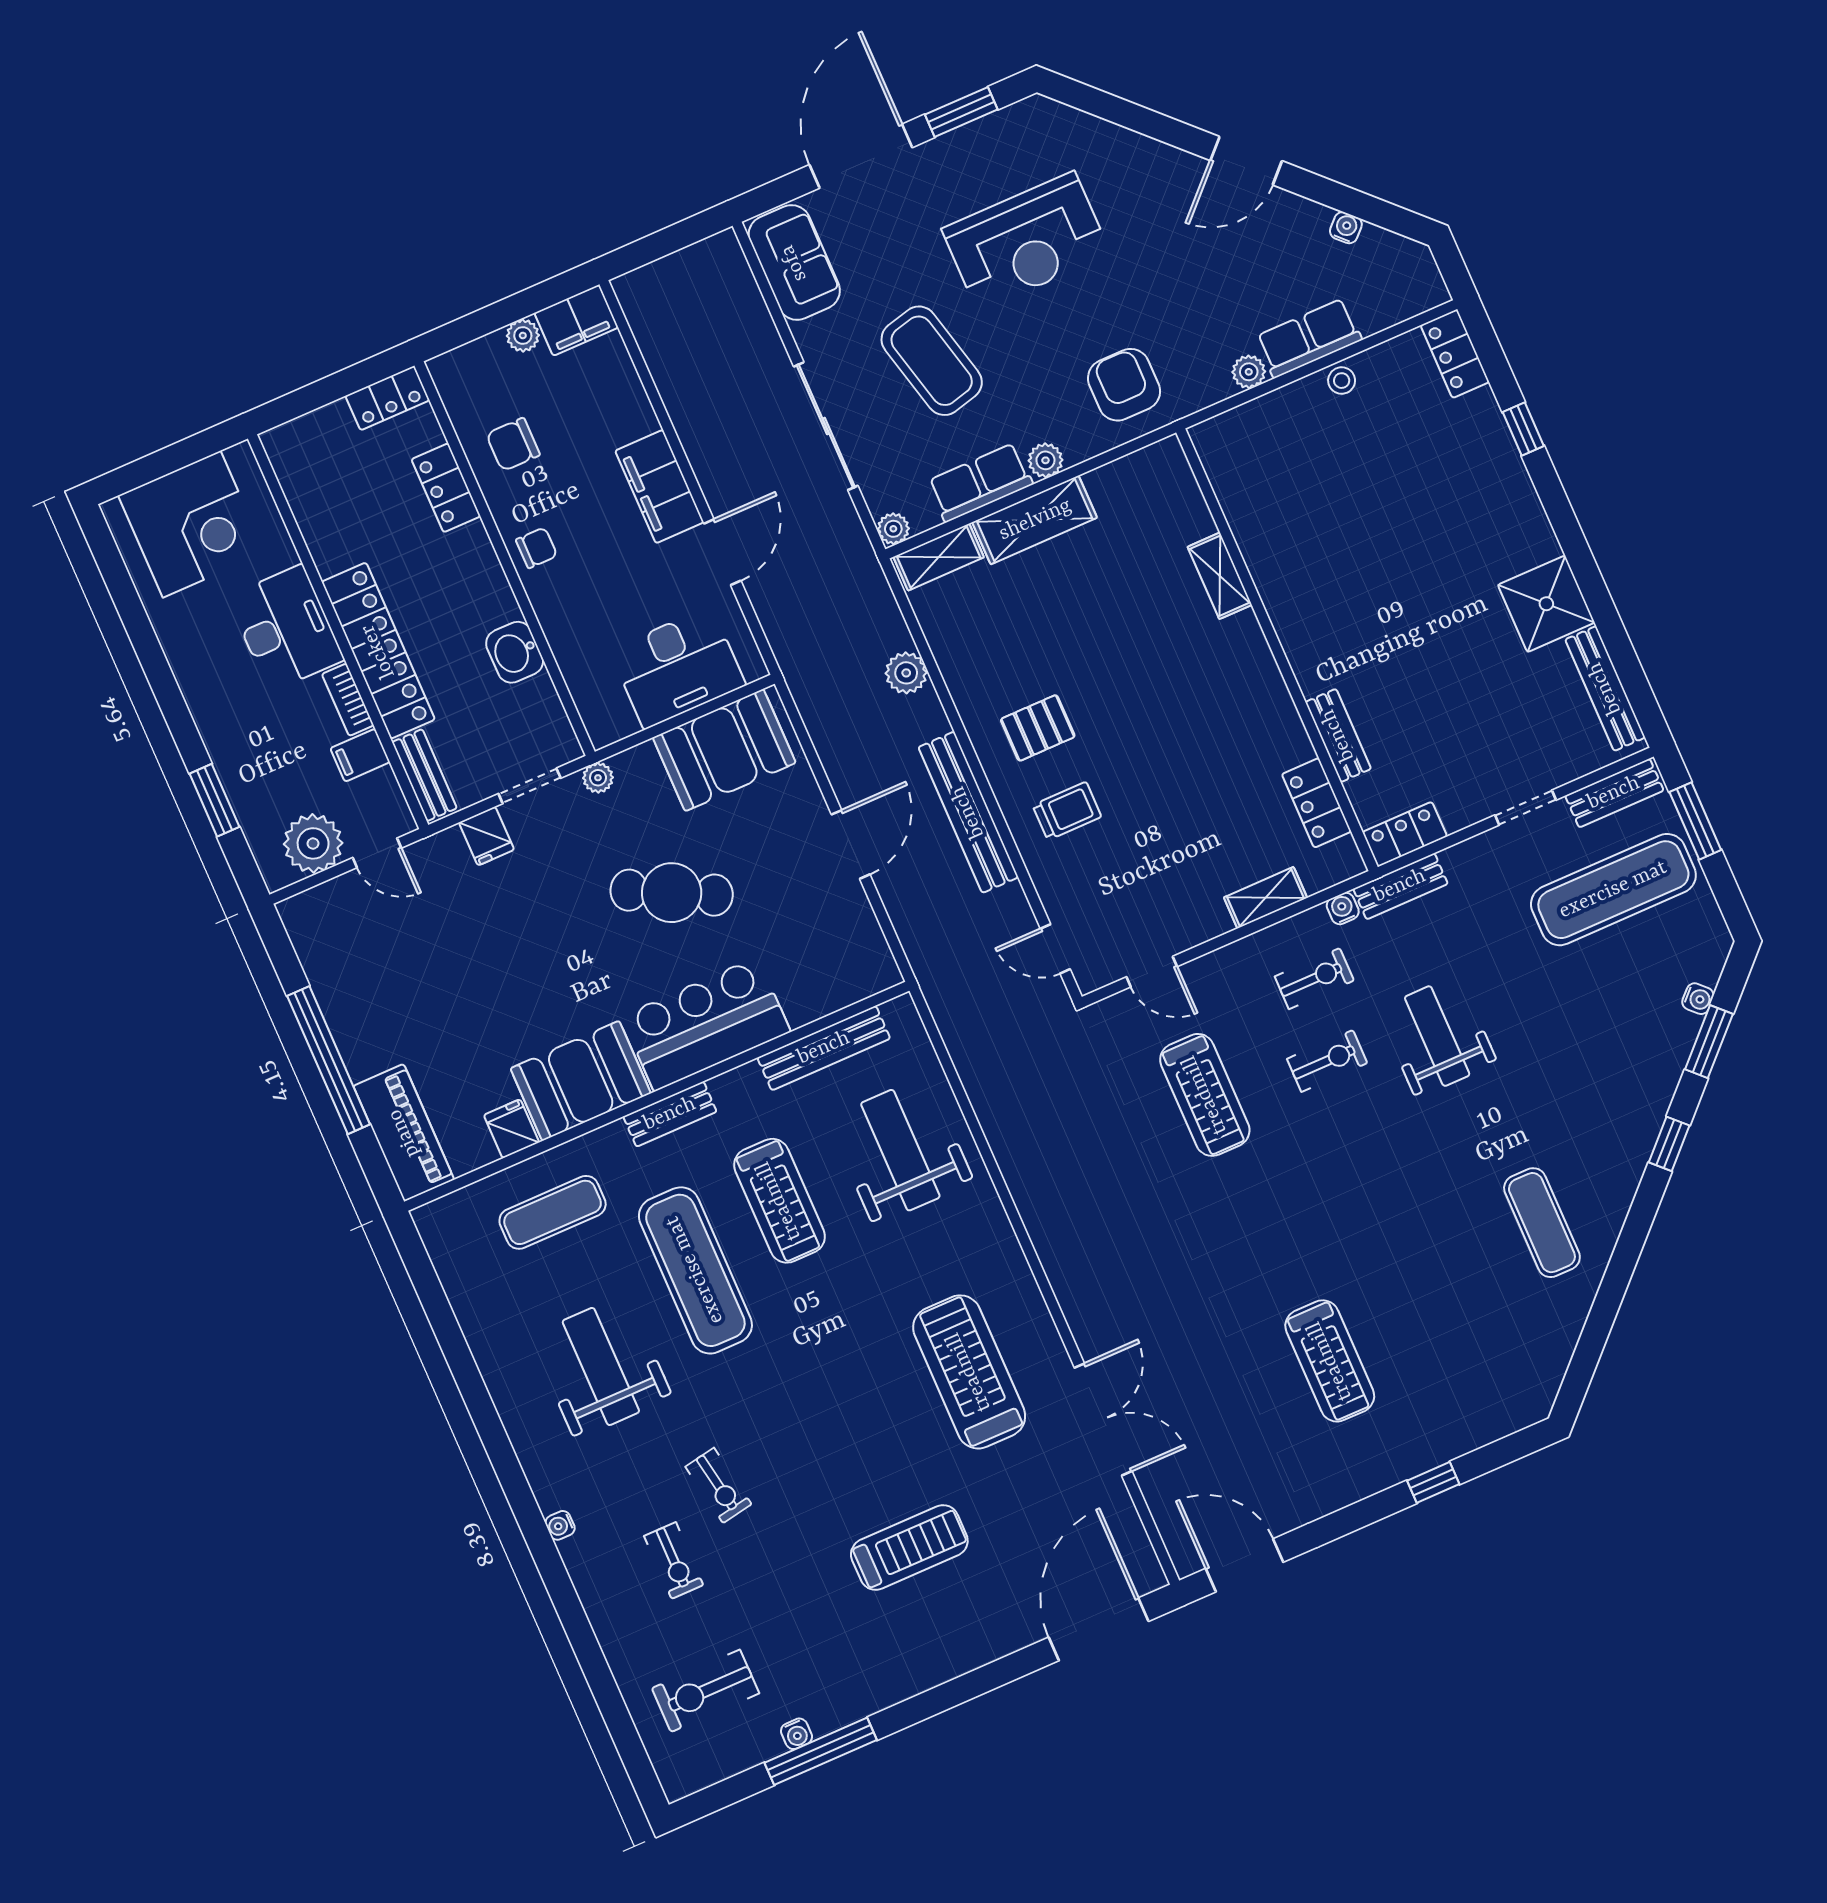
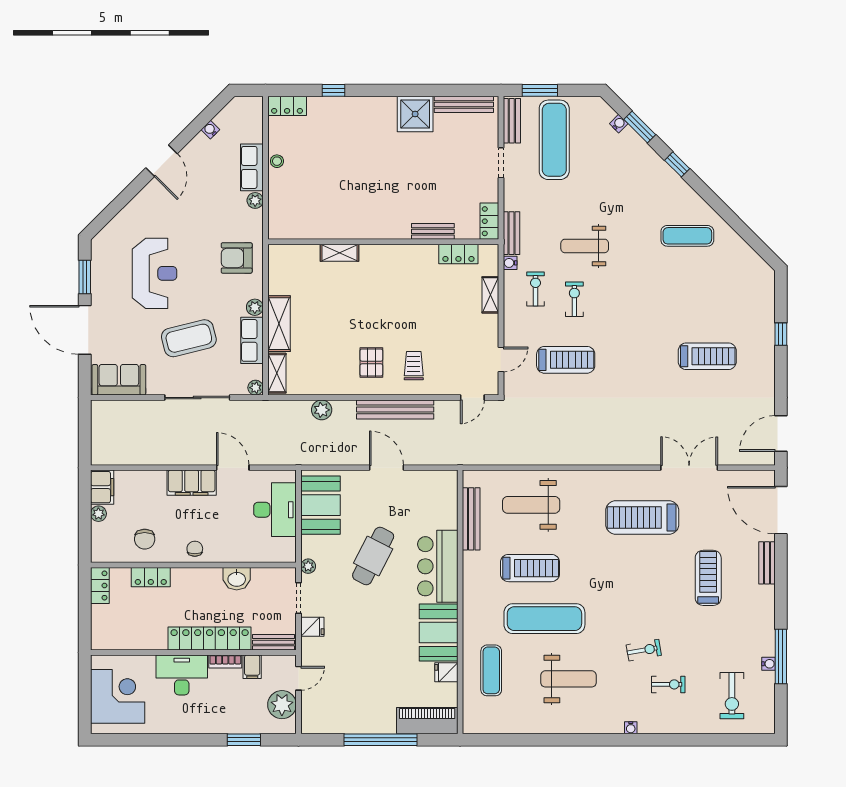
bench: (670, 1114) -> (767, 563), moved
weight bench: (601, 1366) -> (569, 679), turned 180

